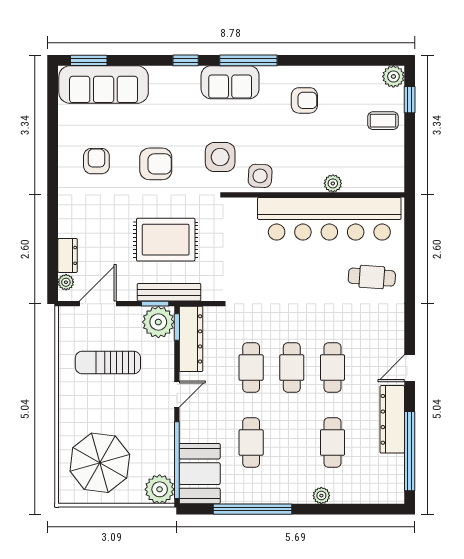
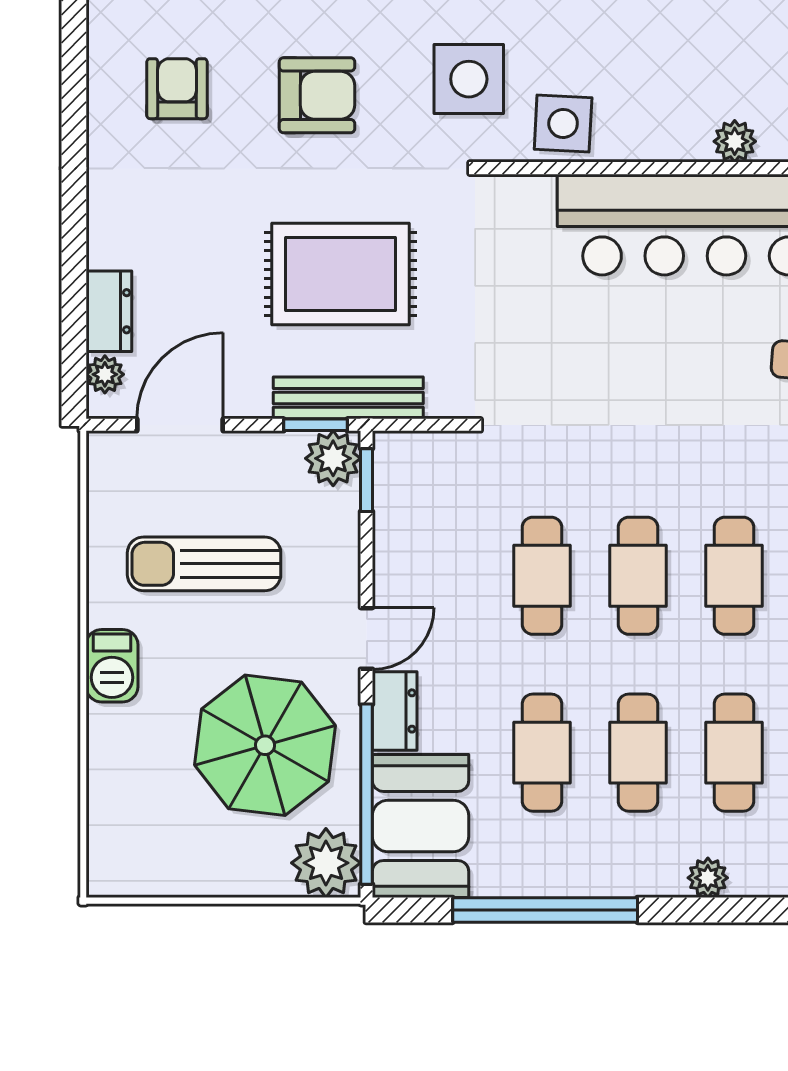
plant: (158, 322) -> (333, 458), width x0.73, depth x0.73
dresser: (191, 339) -> (395, 711), moved, width x0.51, depth x0.80
barbecue: (69, 406) -> (112, 666), added
cafe table: (292, 443) -> (638, 753), added
parasol: (100, 463) -> (265, 745), moved

